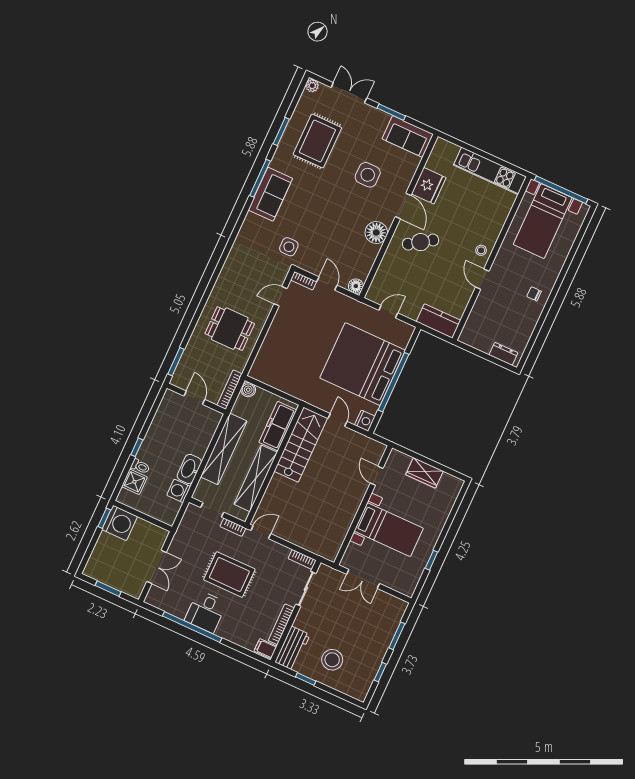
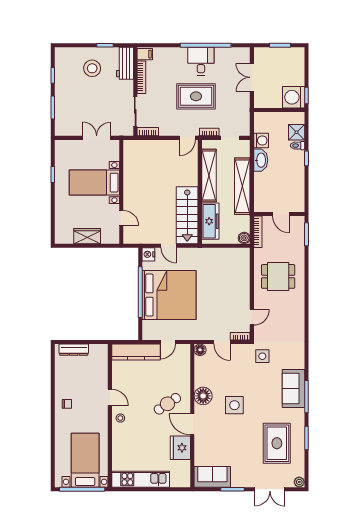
side table: (368, 175) -> (234, 405), moved
kitchen counter: (438, 321) -> (136, 352), width x1.50
dresser: (503, 354) -> (74, 350), width x1.44

